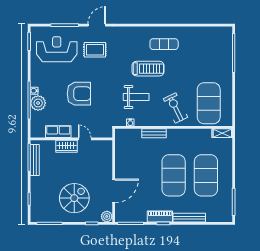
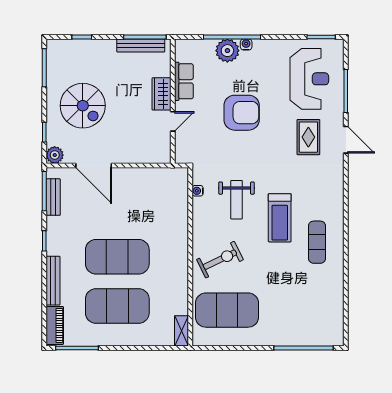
armchair: (79, 94) -> (242, 113), turned -90
bench: (154, 133) -> (53, 197), moved
piano: (160, 217) -> (55, 325), moved

